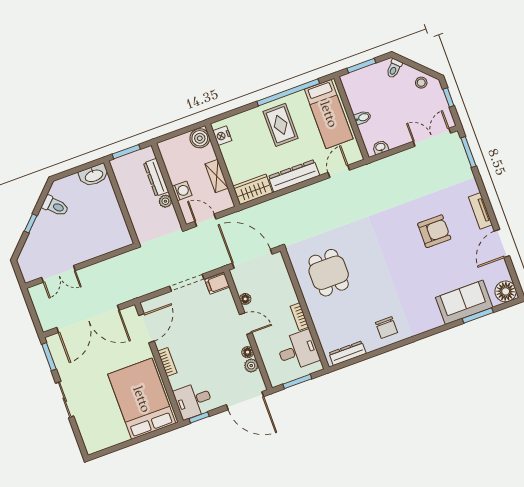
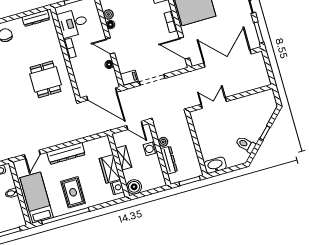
wardrobe: (253, 189) -> (110, 169), moved, turned 90
double door: (58, 274) -> (214, 103), moved
door: (146, 328) -> (184, 48), hinge flipped

